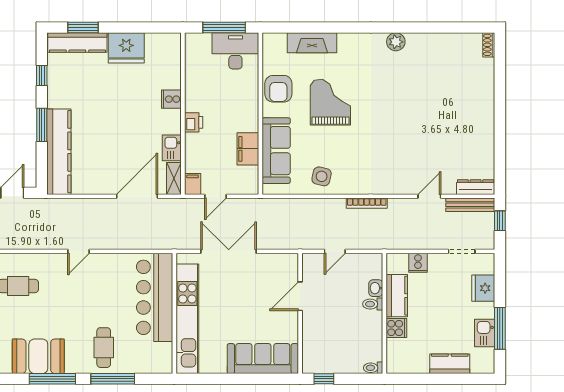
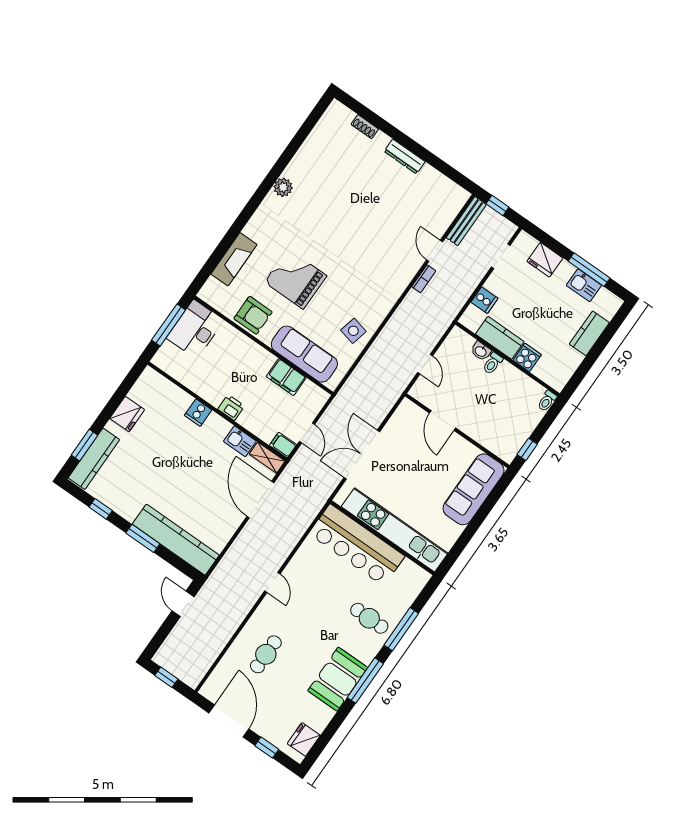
shoe rack: (489, 45) -> (365, 127), moved
fridge: (126, 48) -> (127, 414), width x0.73, depth x0.75
dresser: (476, 187) -> (405, 157), moved, turned -90
bookcase: (367, 203) -> (424, 279), moved, width x0.64

